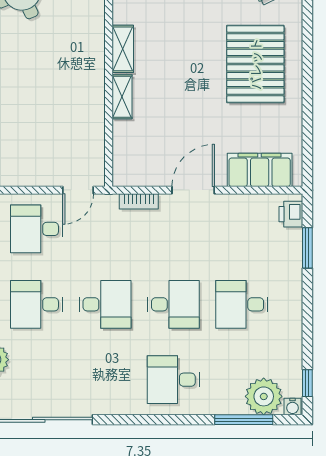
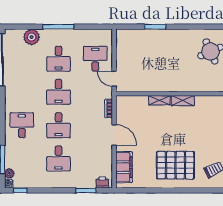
desk: (37, 304) -> (59, 59), turned 180
desk: (242, 304) -> (59, 158), turned 180
plant: (264, 396) -> (9, 173), width x0.53, depth x0.53

